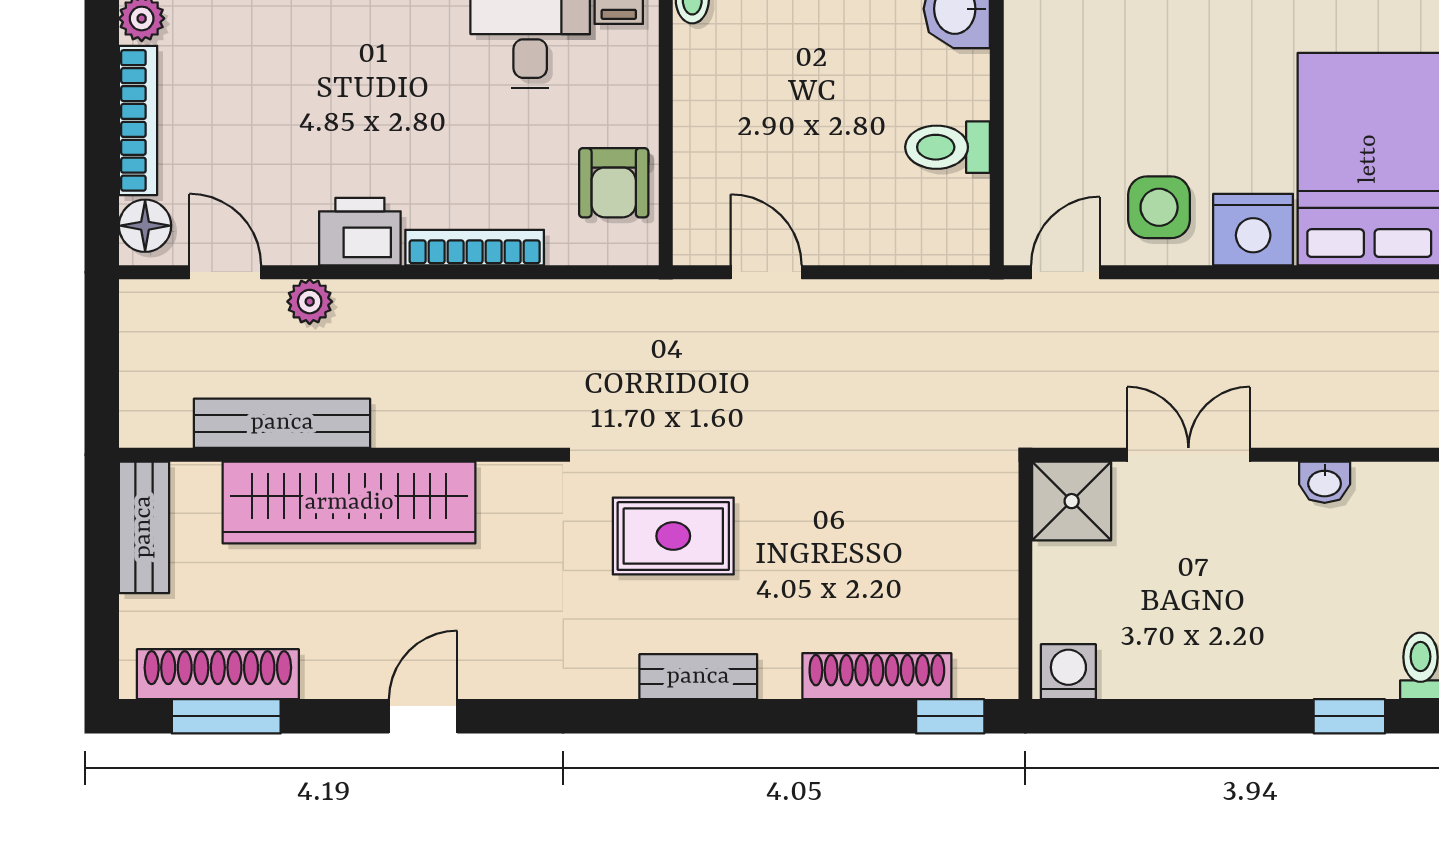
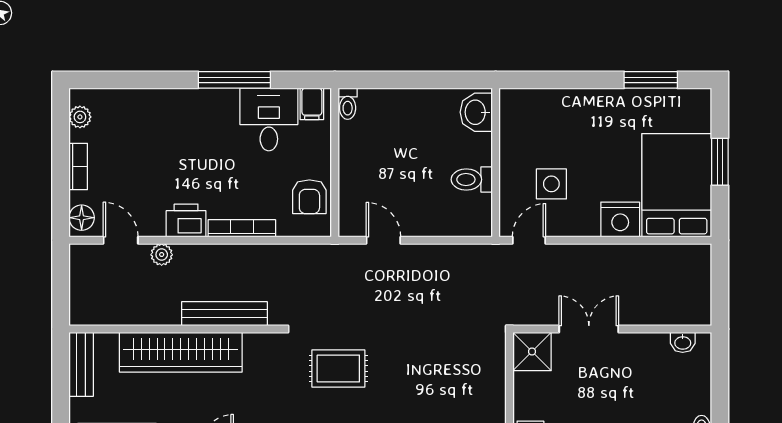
bookcase: (138, 120) -> (78, 166), width x0.64
side table: (1159, 207) -> (551, 184), moved
bench: (282, 423) -> (224, 314), moved
washbasin: (1325, 482) -> (683, 342), moved

